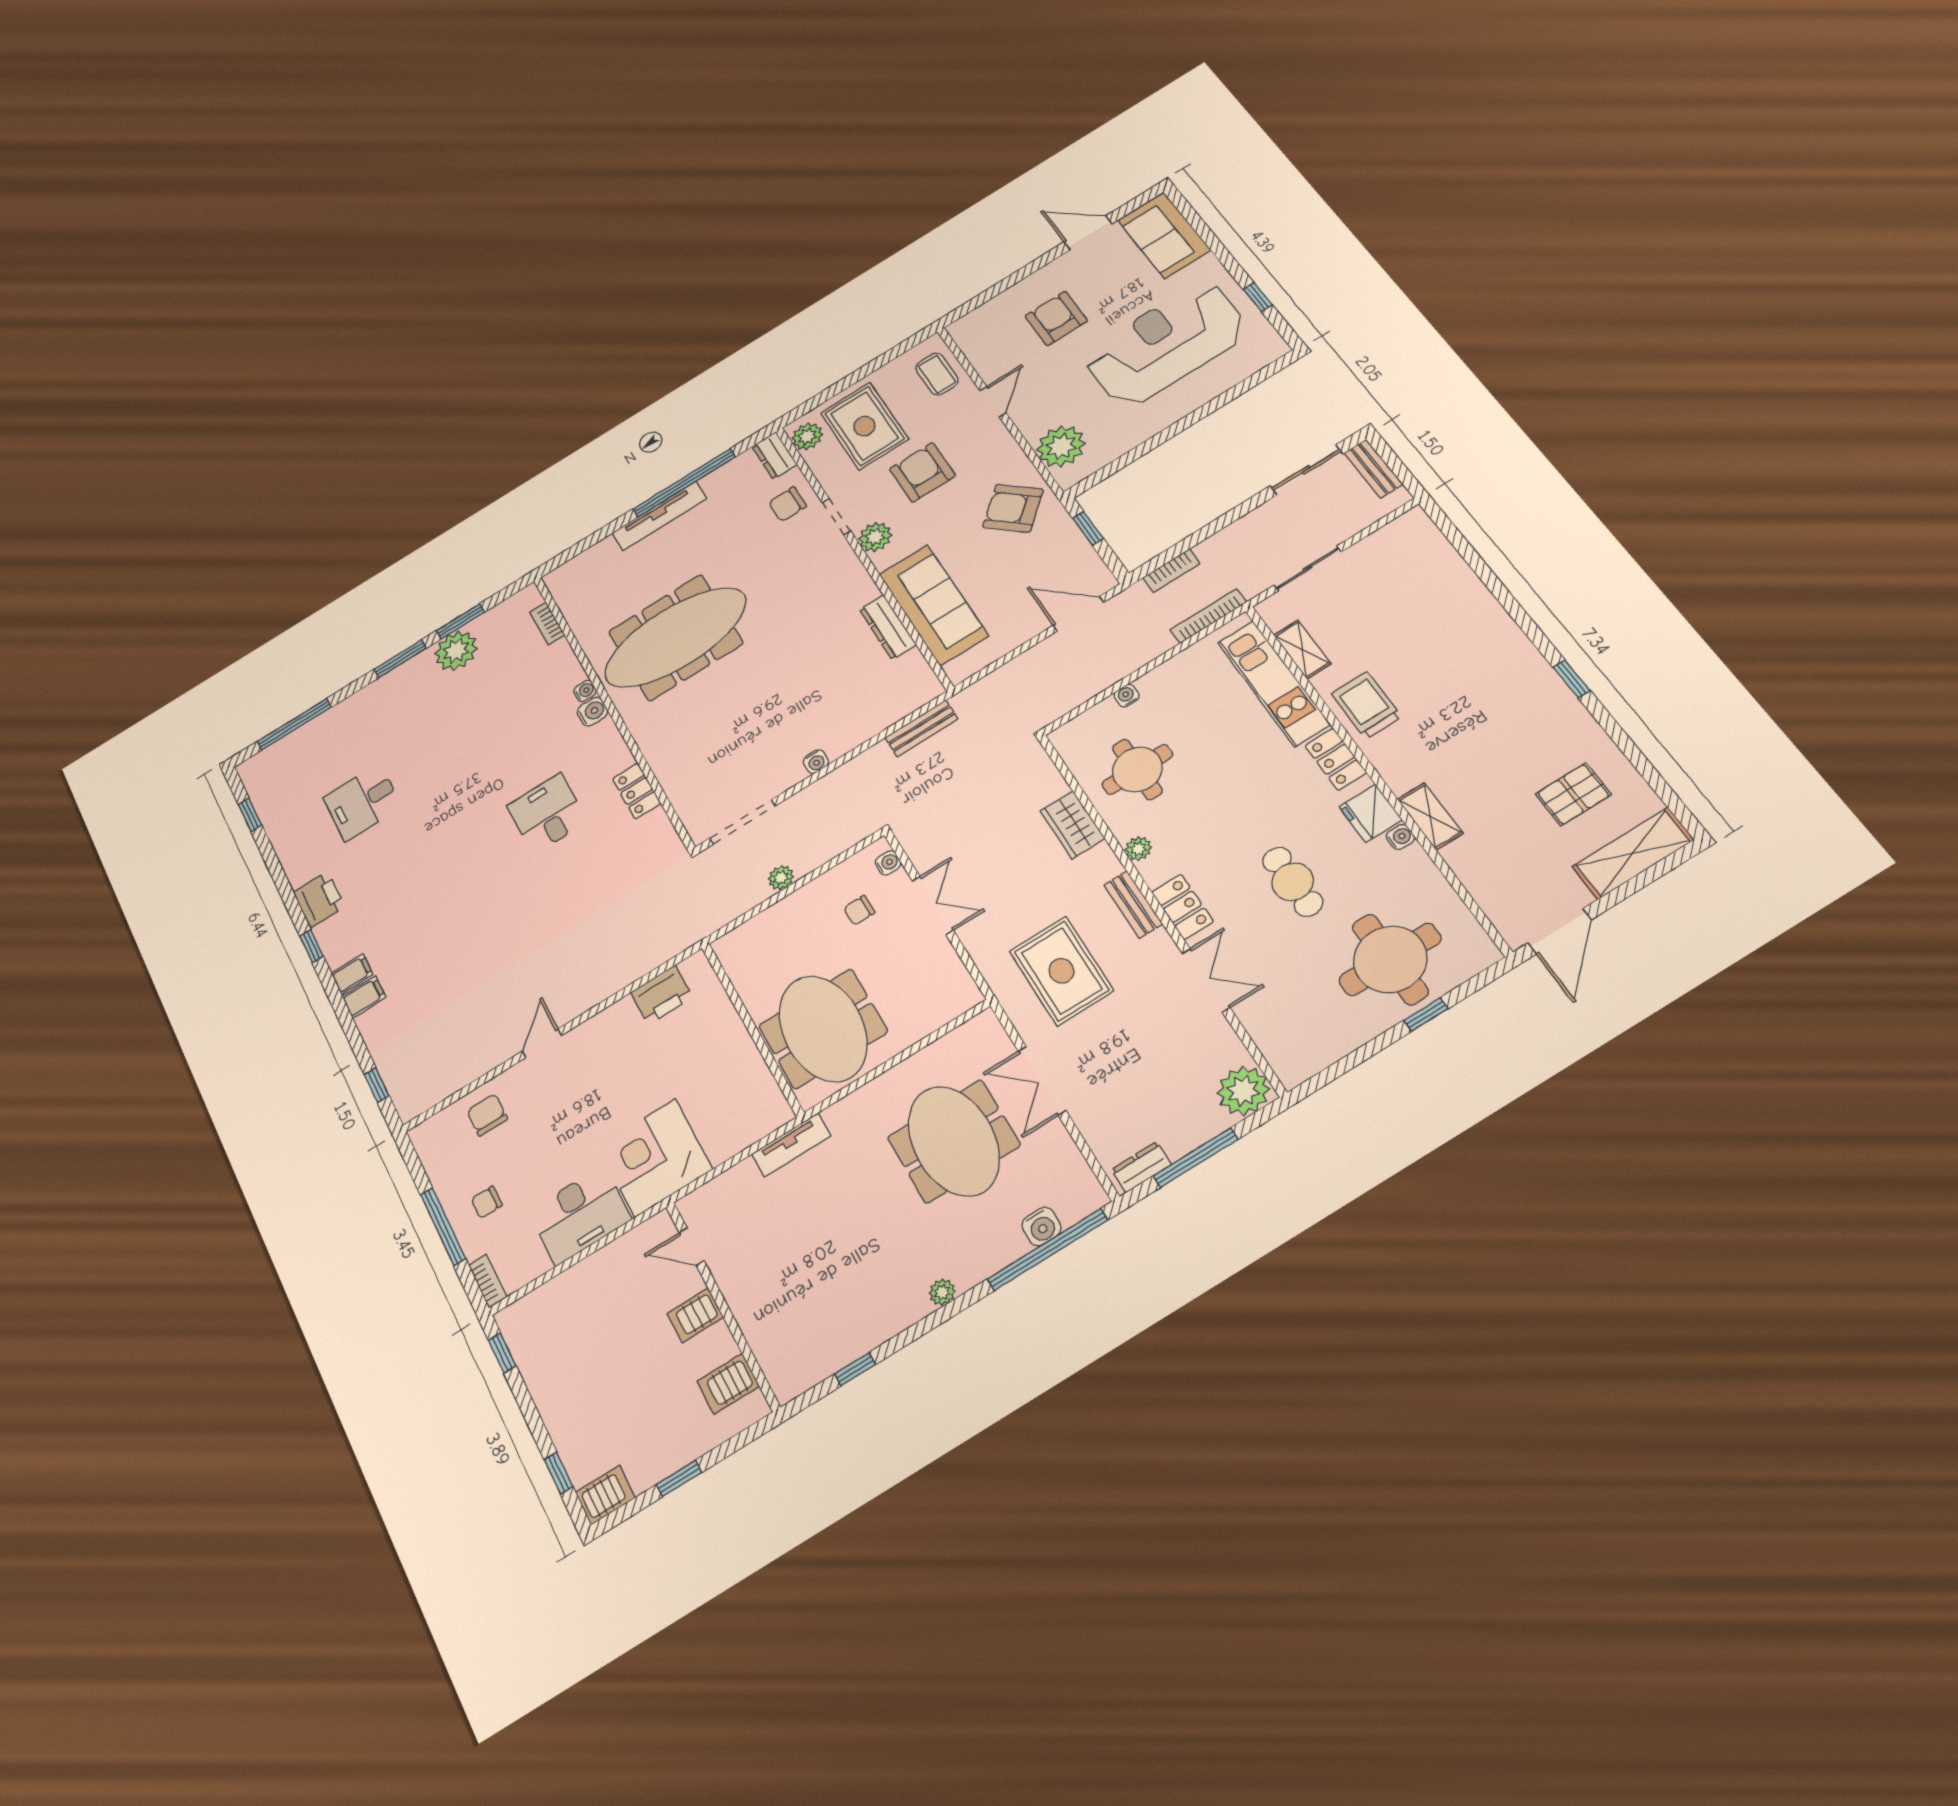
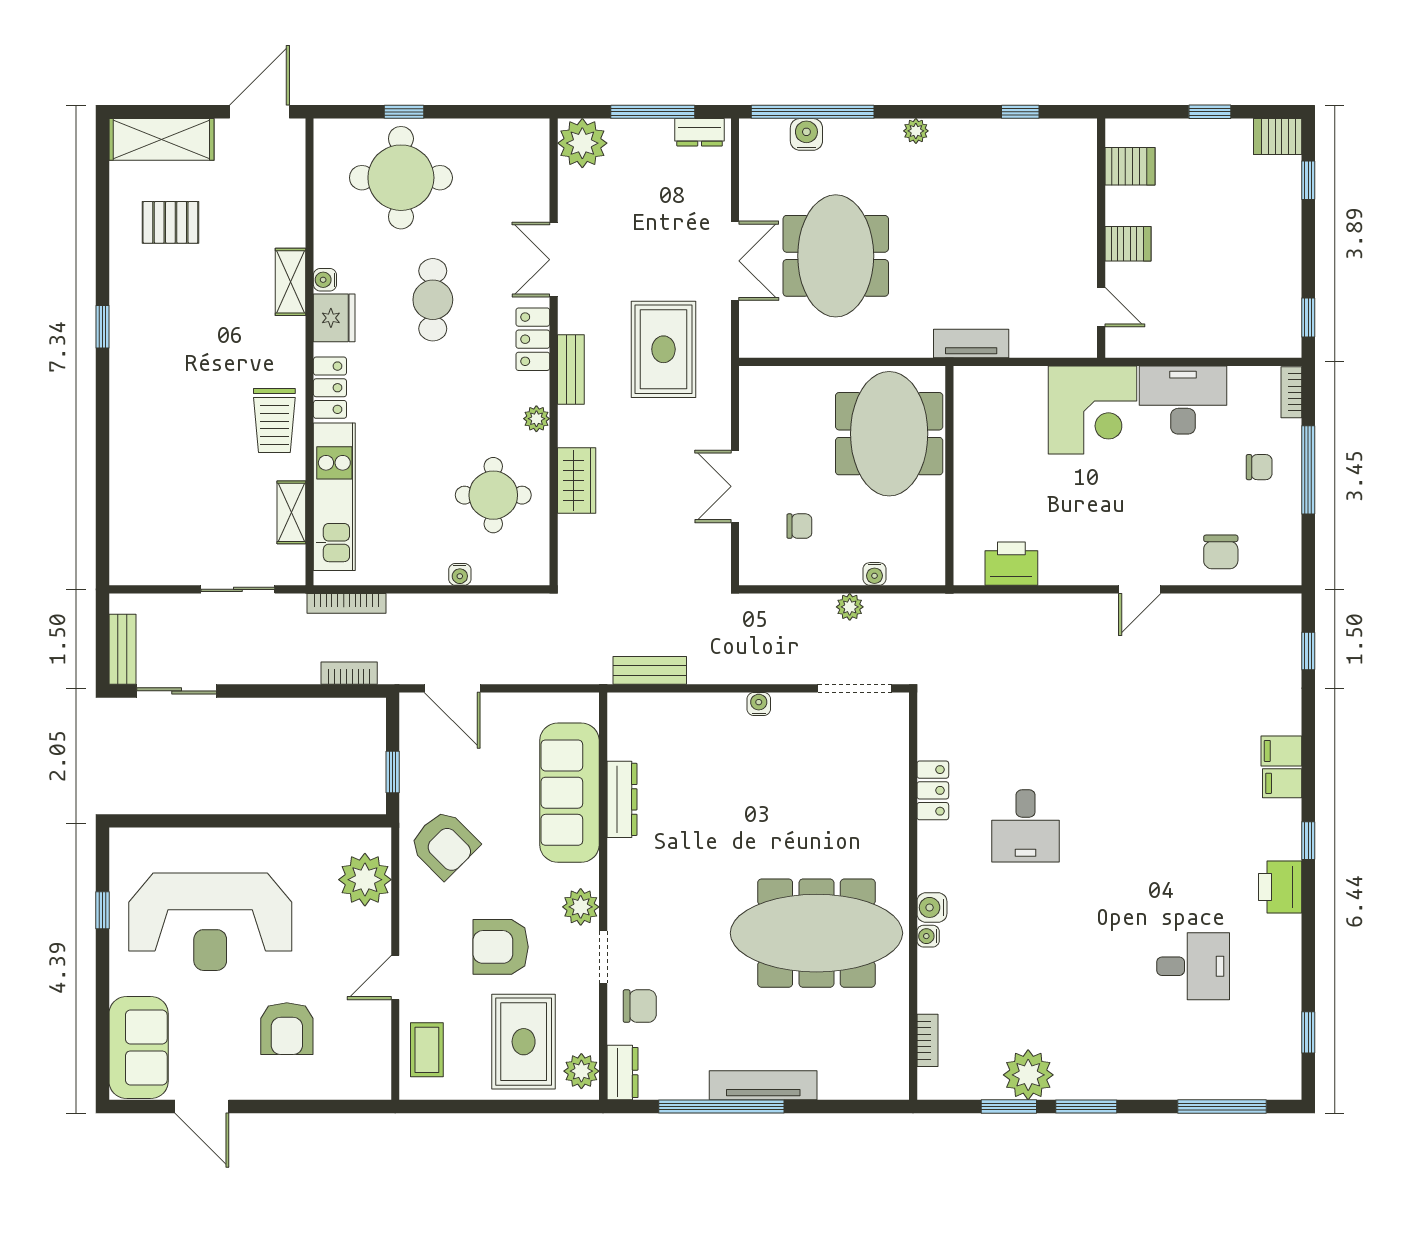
armchair: (922, 472) -> (501, 947), turned 90
water cooler: (888, 863) -> (874, 574), moved, turned -90

